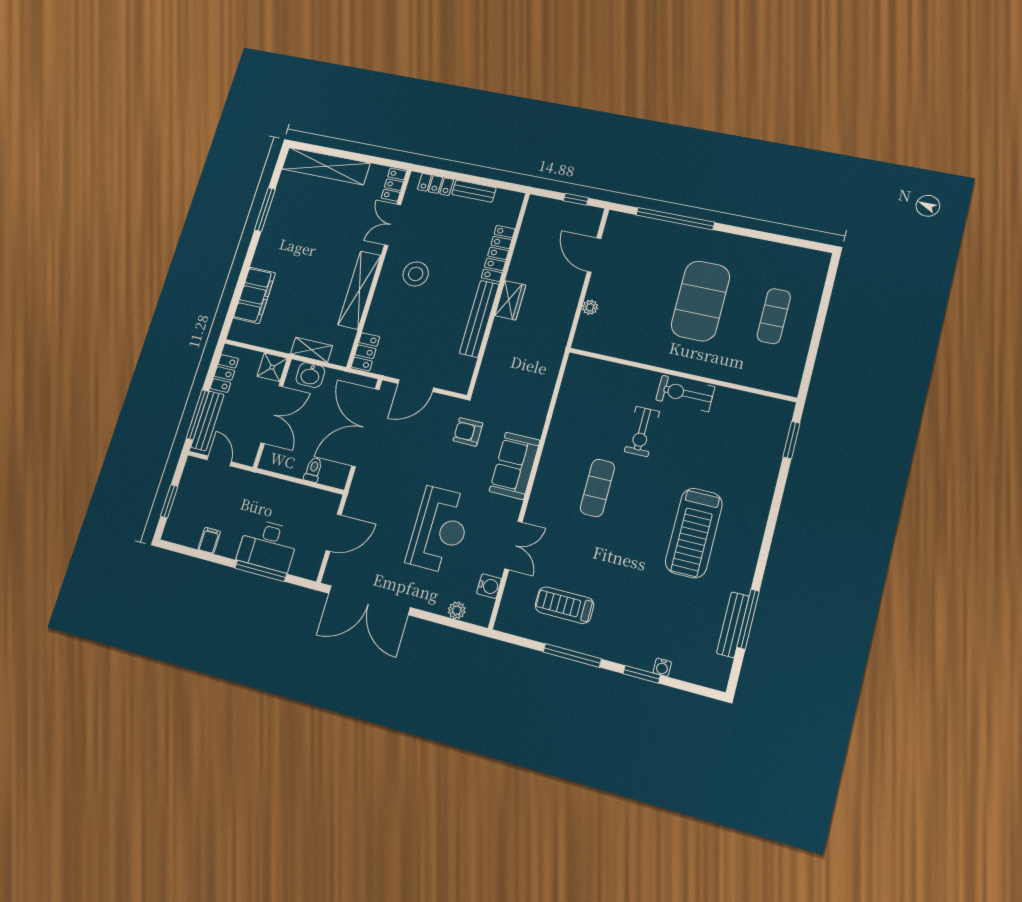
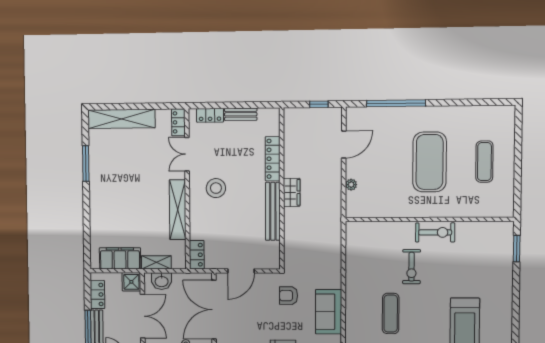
door: (594, 255) -> (344, 144), swing flipped
filing cabinet: (254, 295) -> (120, 258), moved, turned -90
exercise bike: (685, 393) -> (435, 232), turned 180

